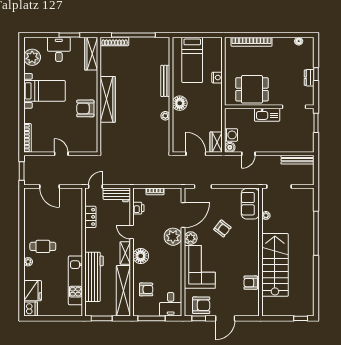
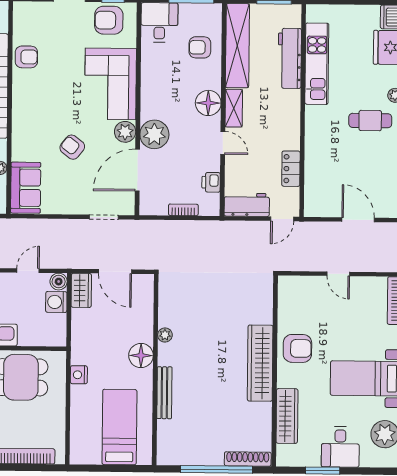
wardrobe: (91, 54) -> (287, 416), moved
nightstand: (217, 78) -> (79, 375), moved
workbench: (94, 277) -> (290, 58), width x0.73, depth x0.76

